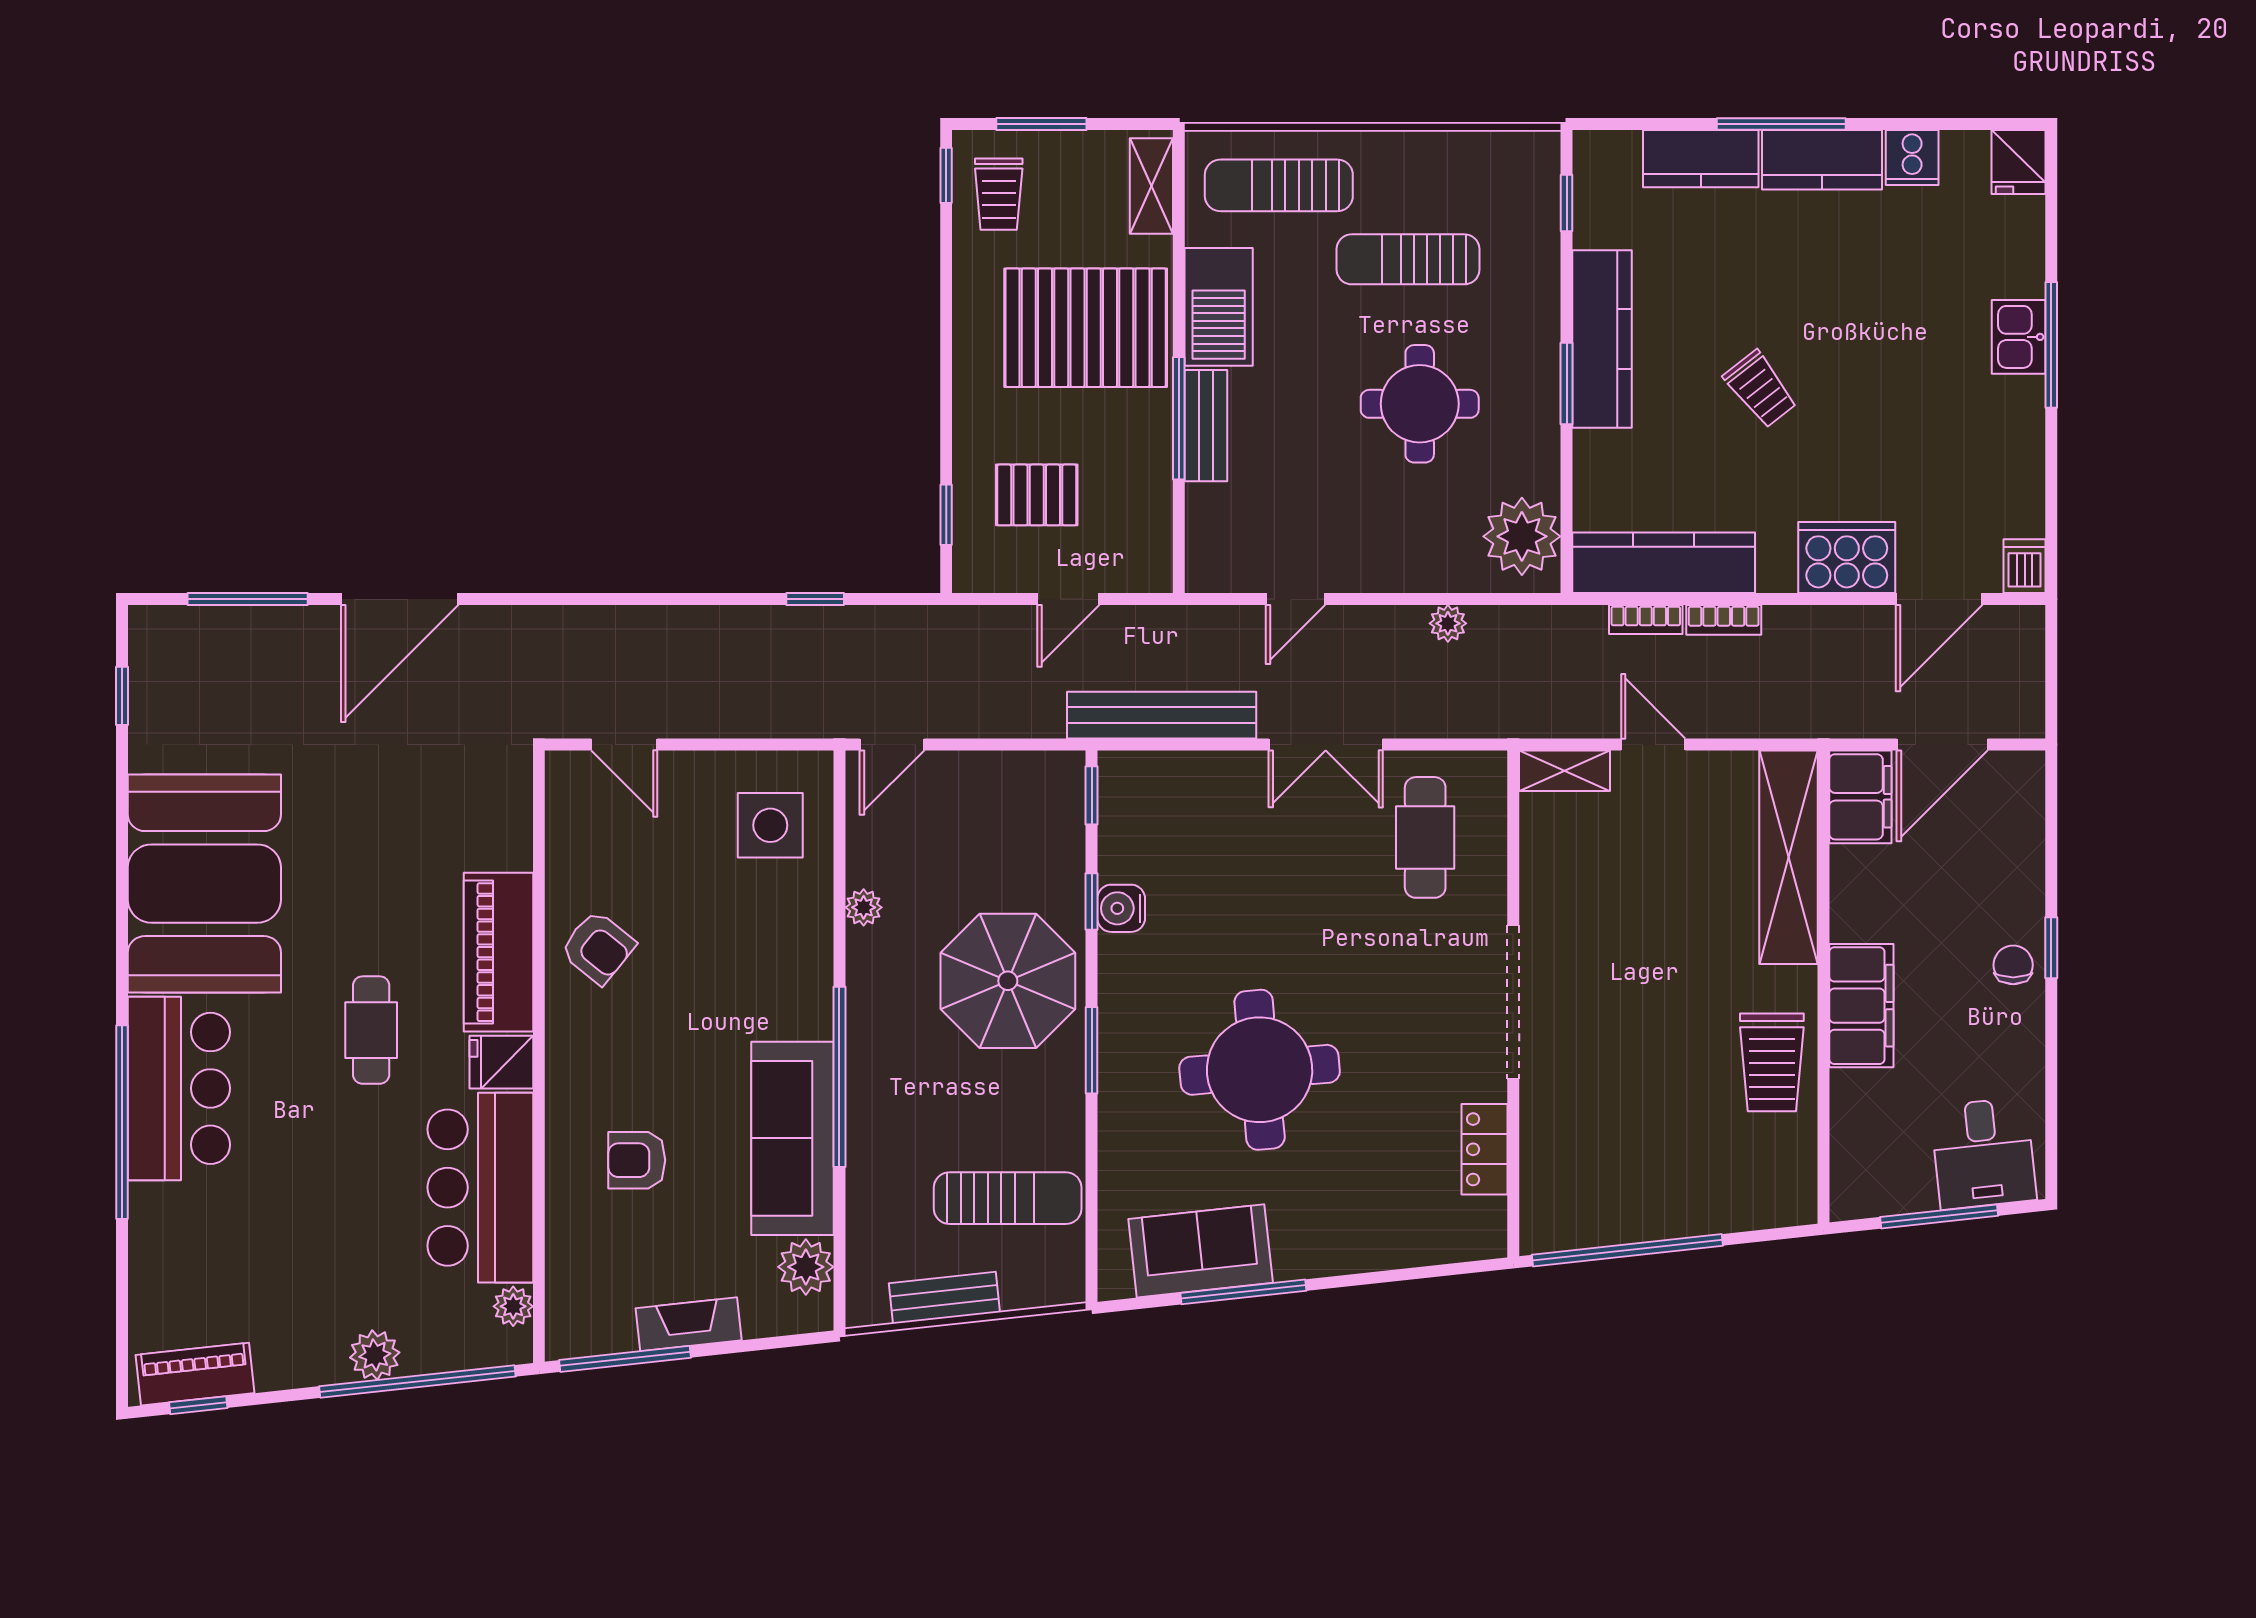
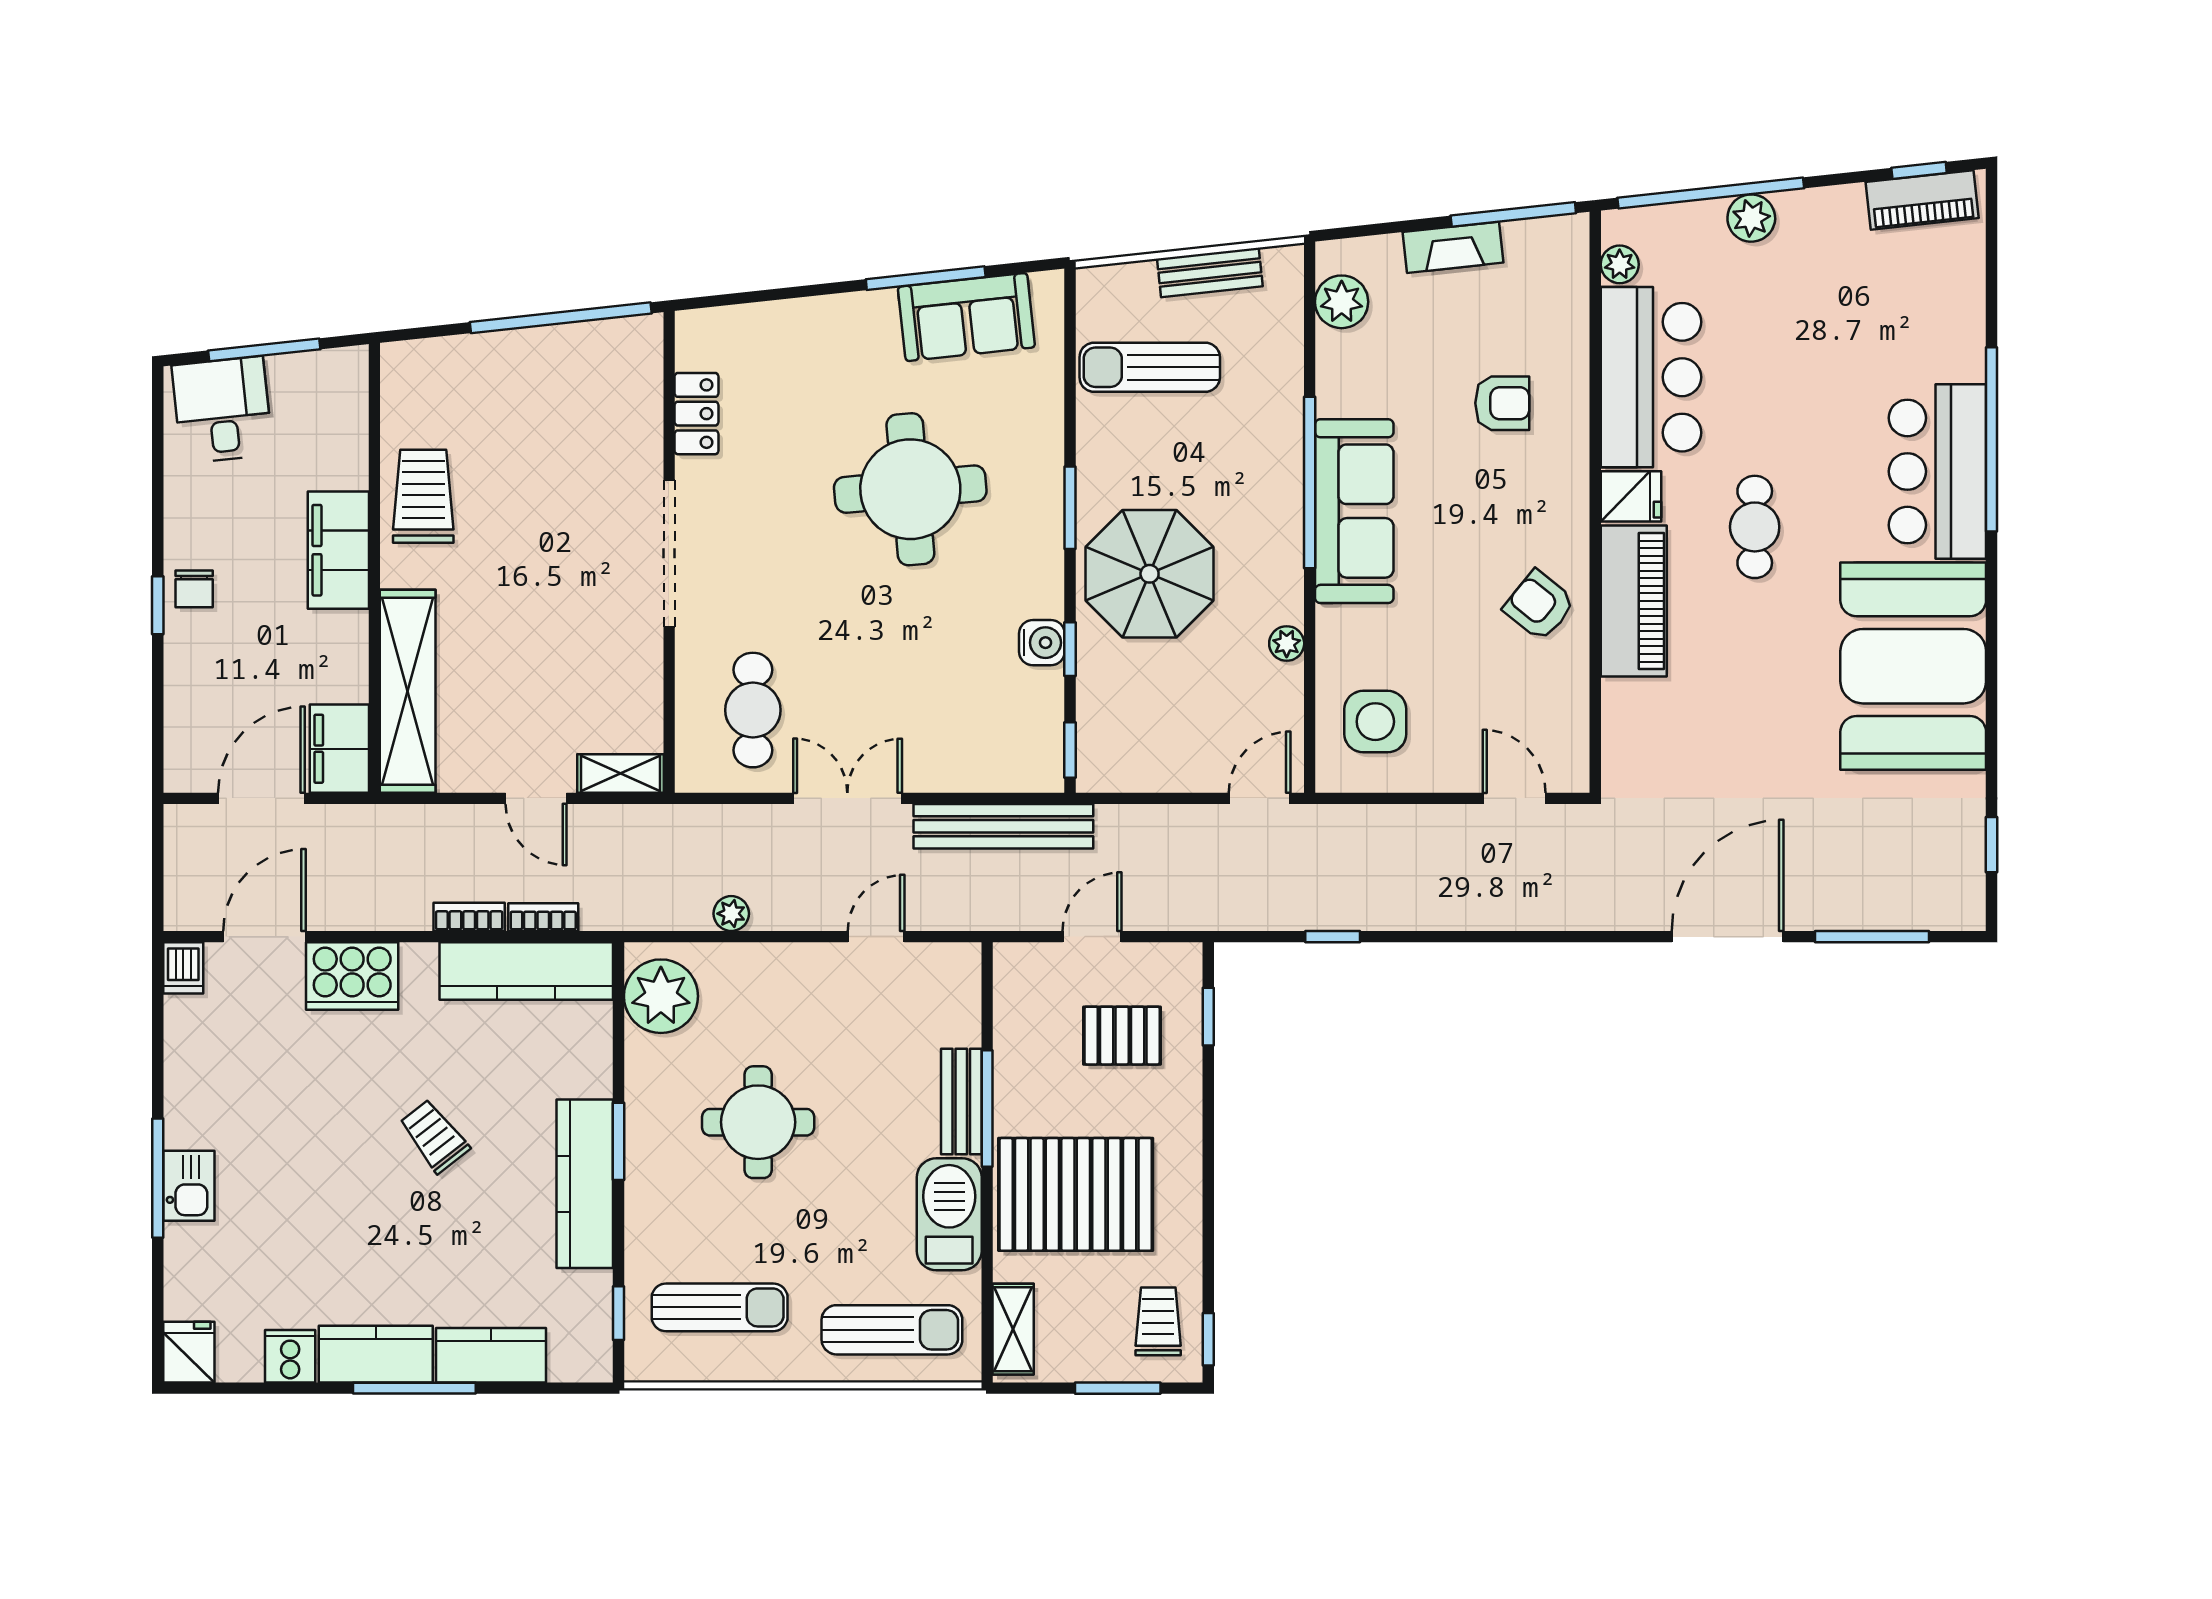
sun lounger: (1408, 259) -> (720, 1307), moved
sofa: (792, 1138) -> (1354, 511), moved

